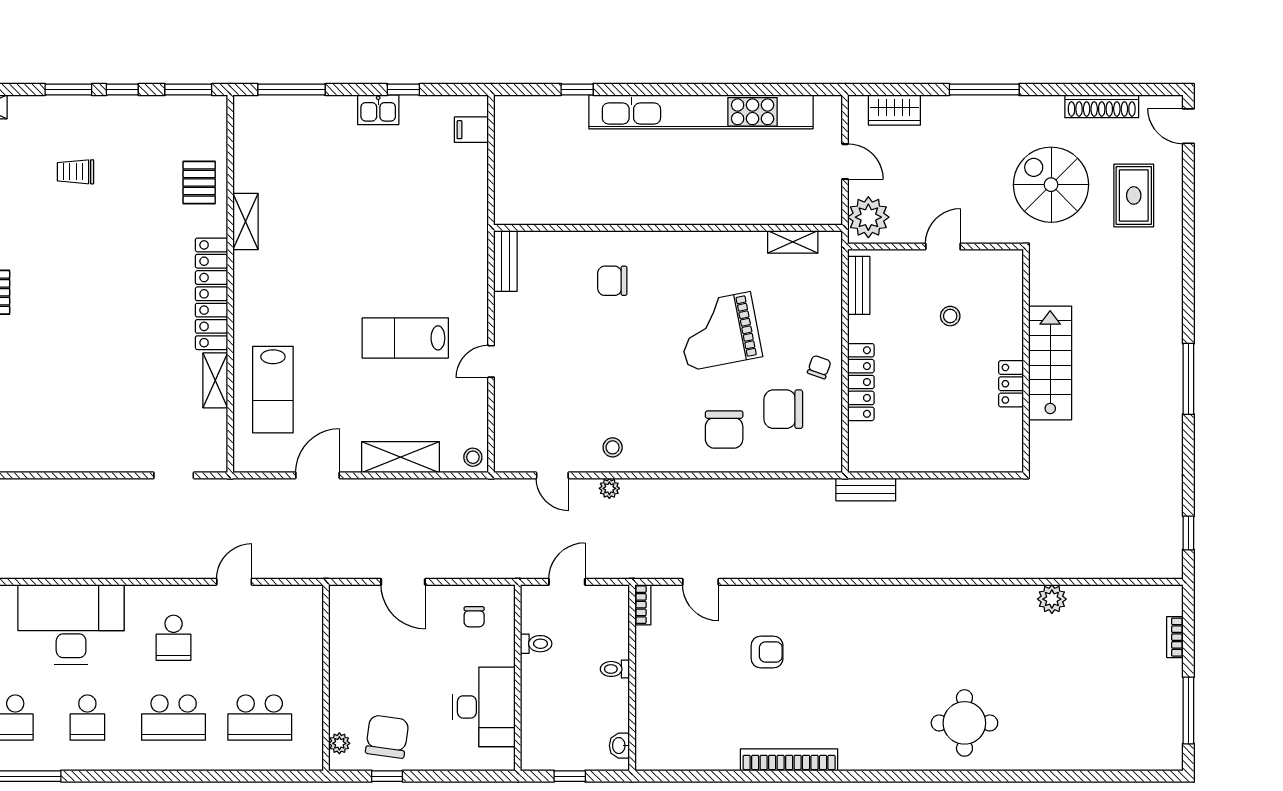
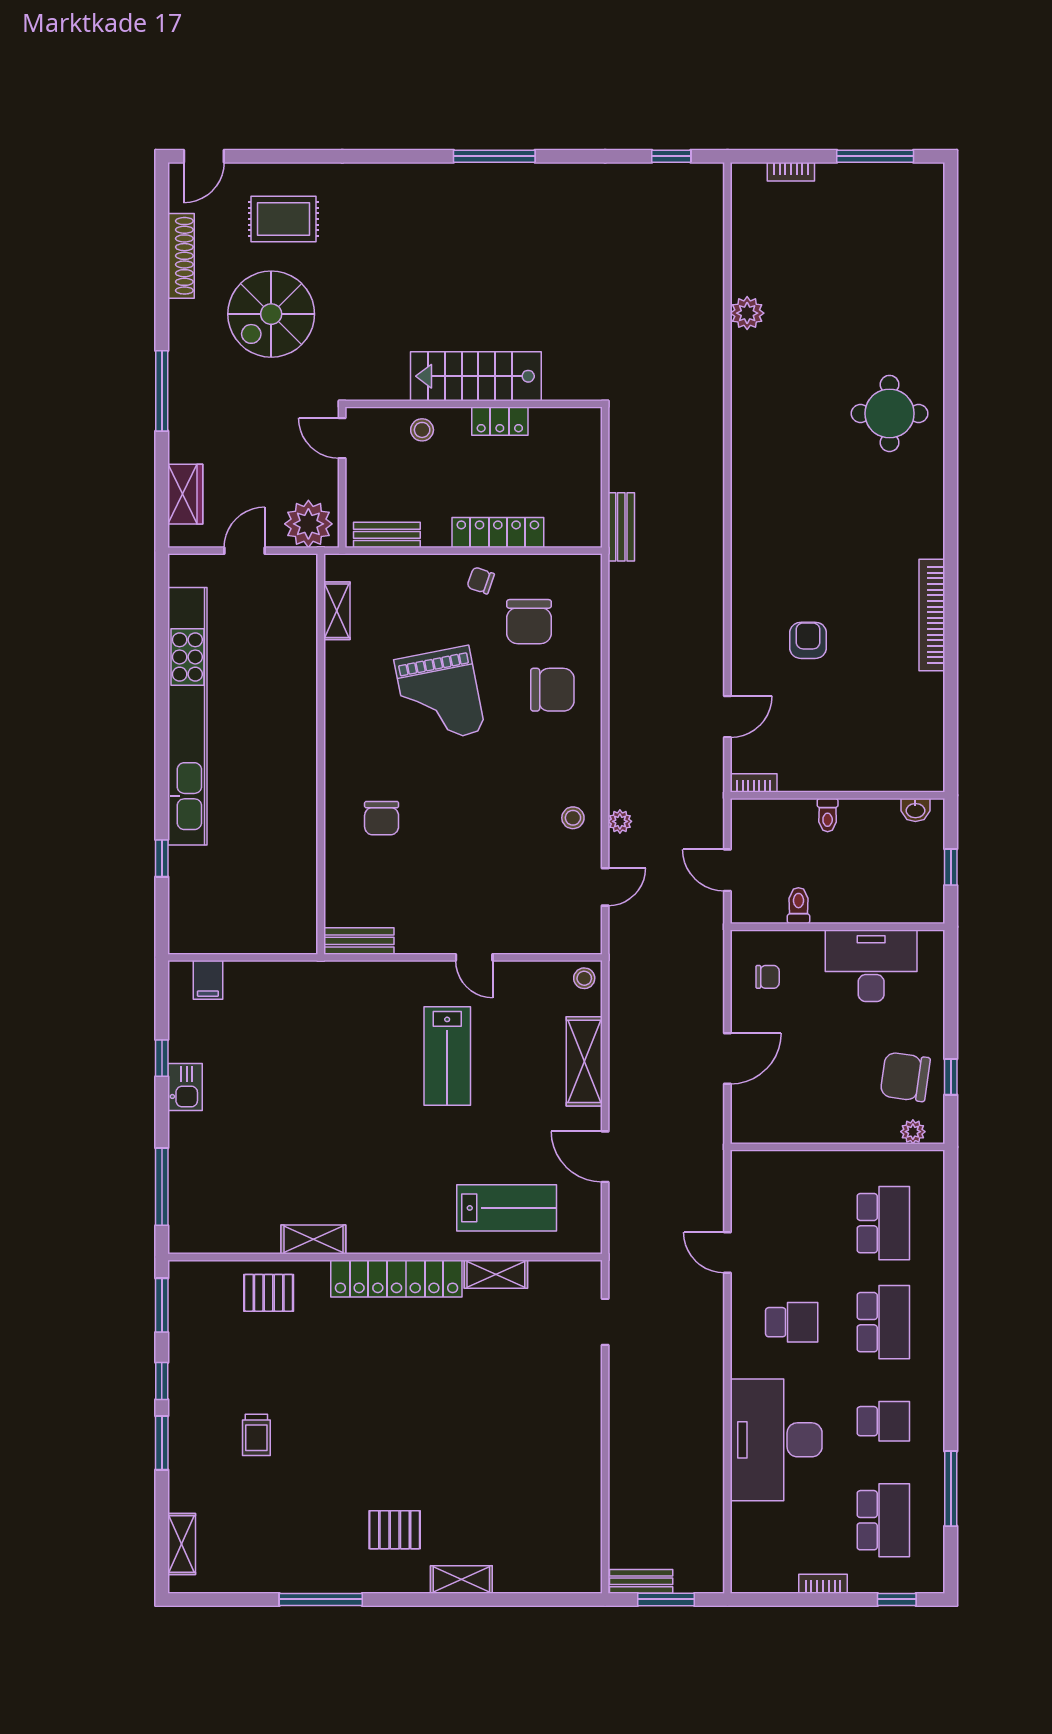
wall: (1026, 361) -> (474, 404), moved
stairs: (1050, 363) -> (476, 376), moved
locker: (1011, 384) -> (500, 421), moved

